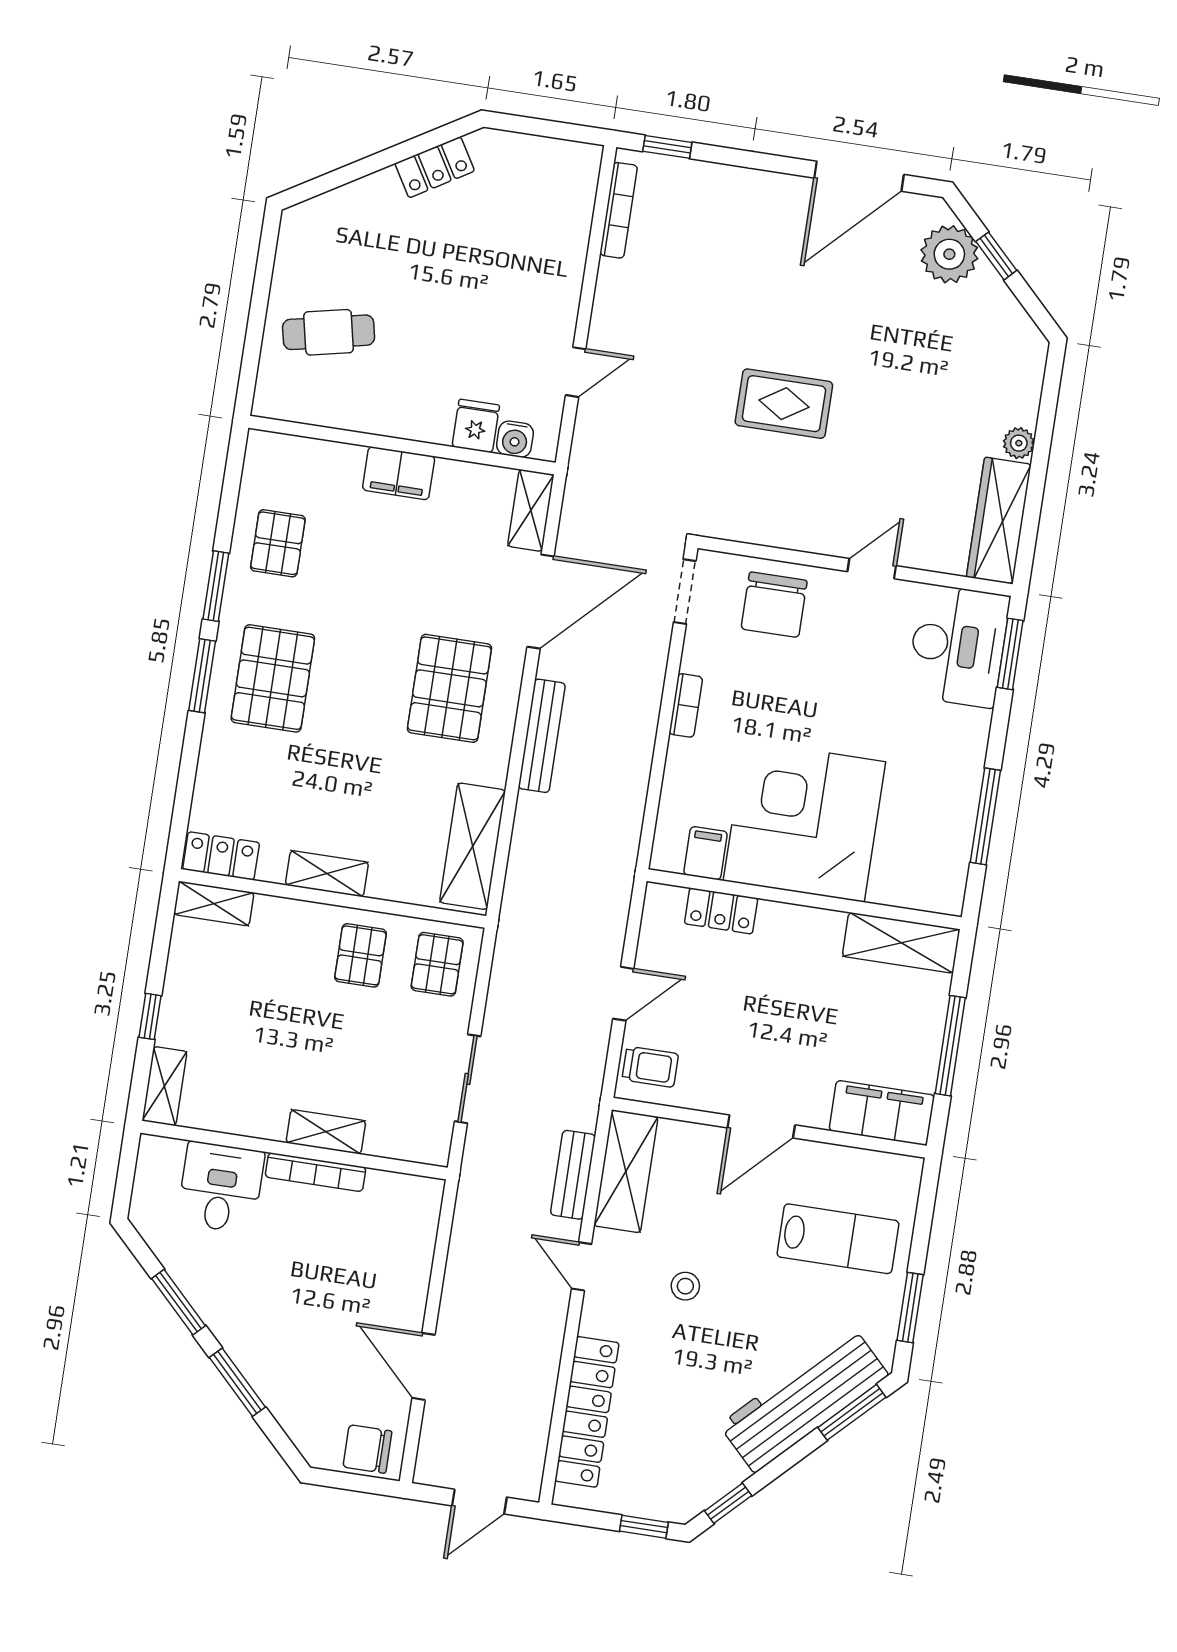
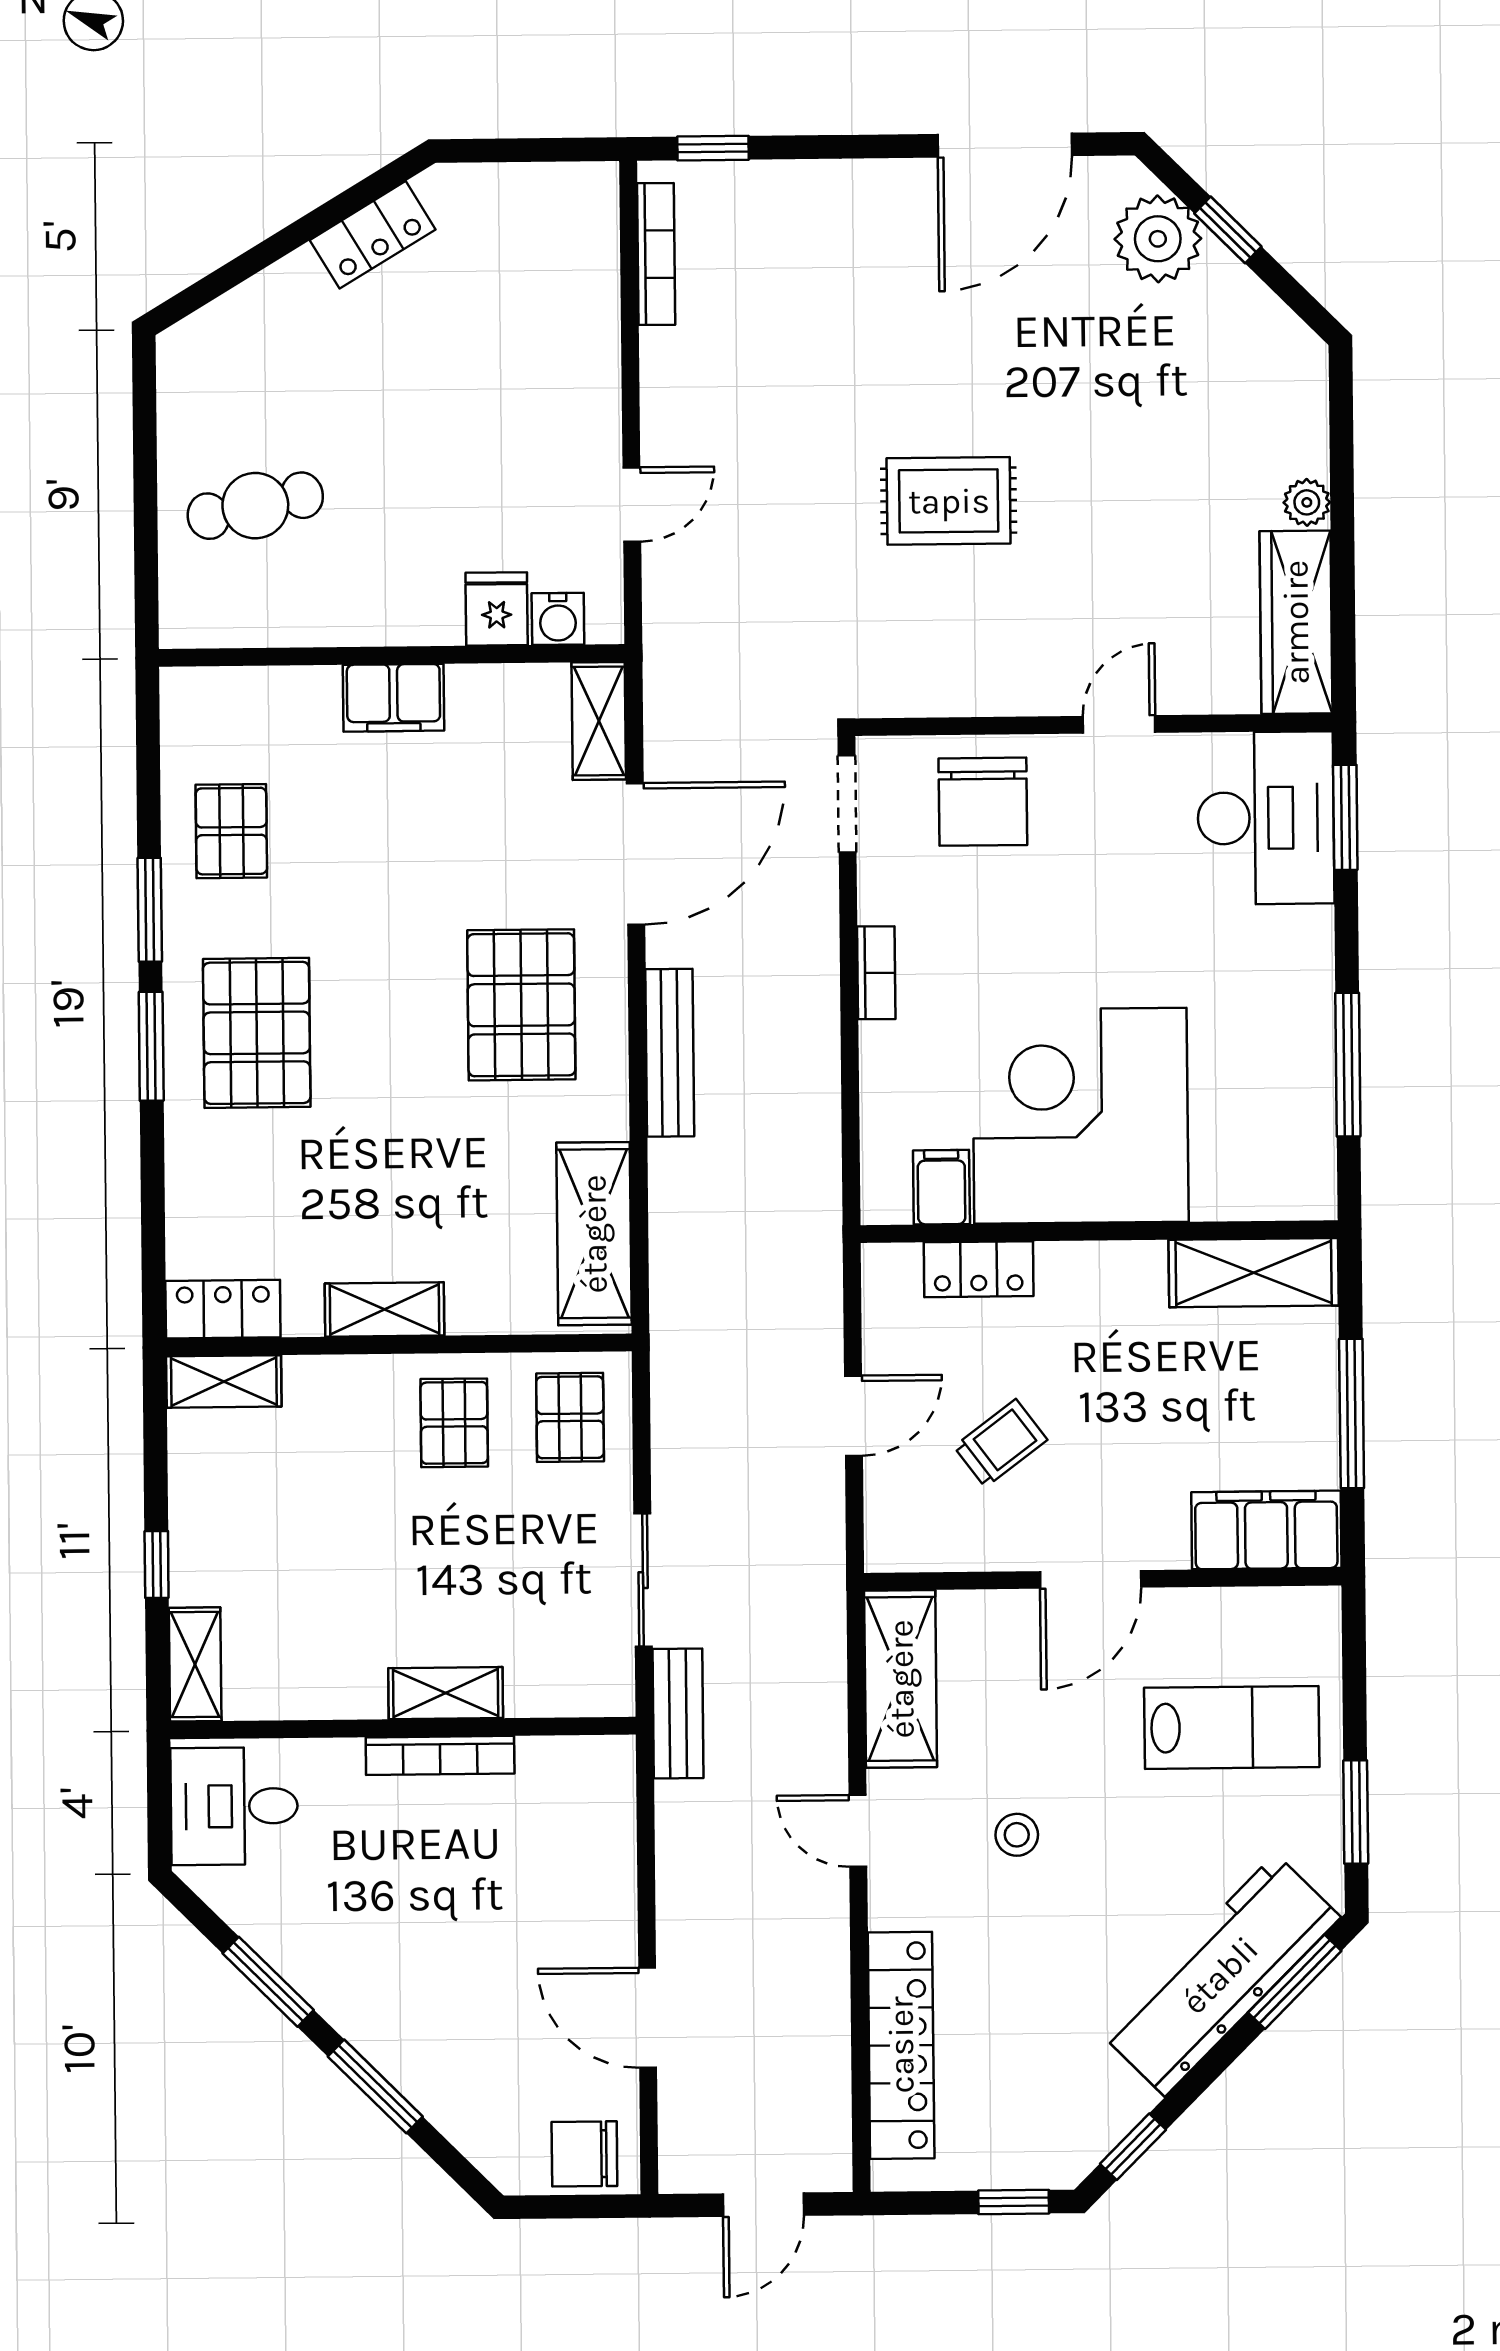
trolley: (650, 1067) -> (1001, 1443), moved, turned -37
bench: (573, 1175) -> (678, 1713), moved
desk: (221, 1187) -> (234, 1806), moved, turned -90

